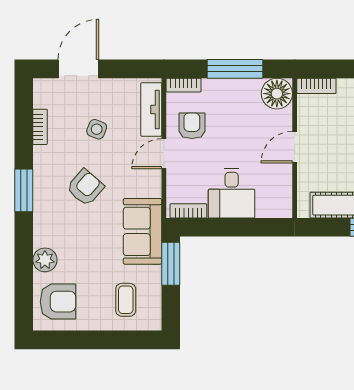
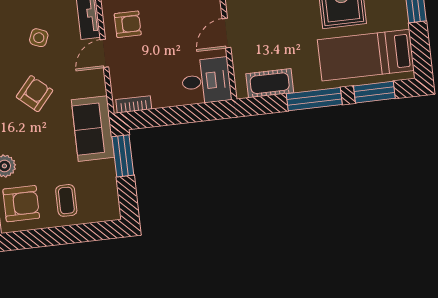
armchair: (192, 126) -> (128, 24), turned 90
desk: (232, 193) -> (206, 81), moved, turned -90
coffee table: (126, 300) -> (66, 200), moved

